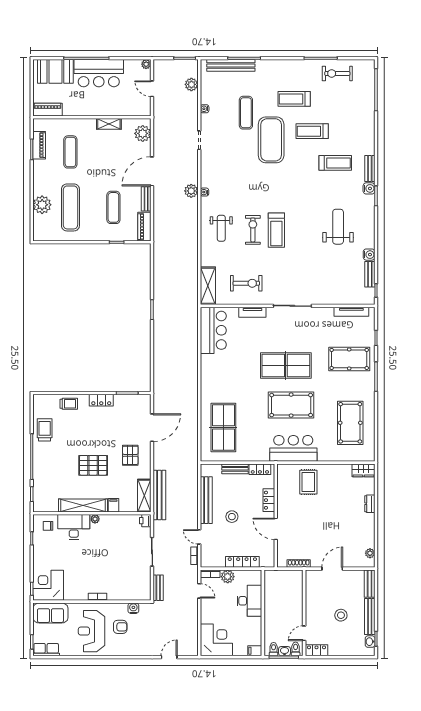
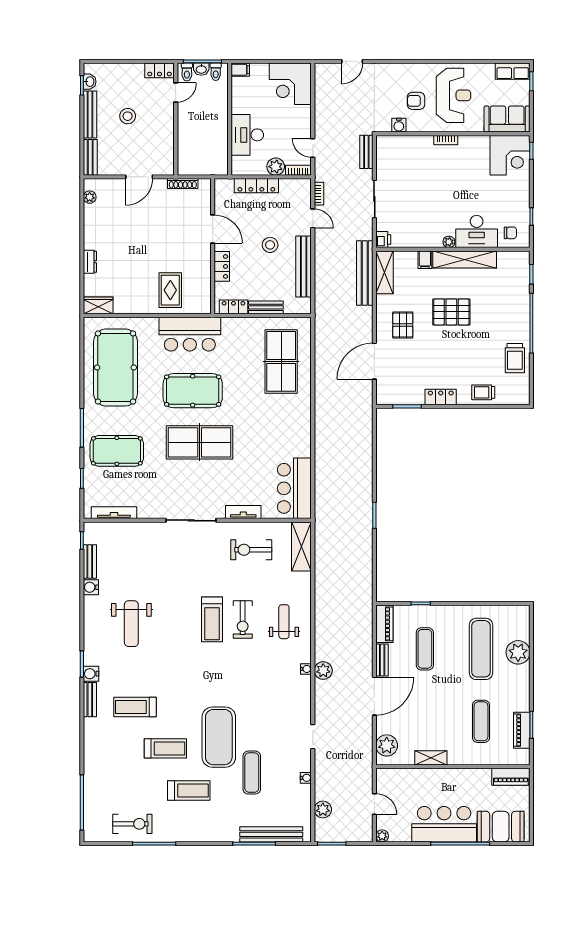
treadmill: (276, 230) -> (212, 619), turned 180
pool table: (350, 423) -> (115, 367), width x1.36, depth x1.32

